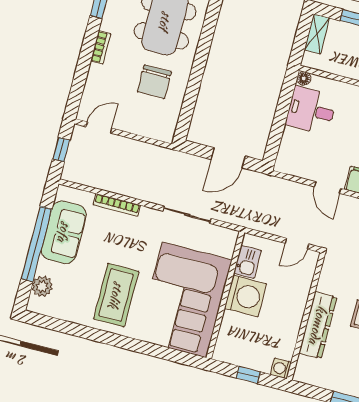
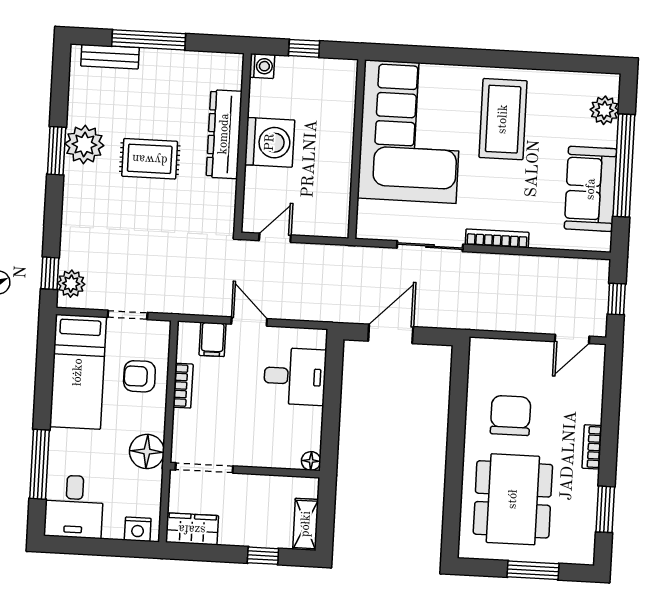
desk: (311, 110) -> (295, 376), moved
bookcase: (117, 205) -> (497, 238), moved
kitchen sink: (247, 262) -> (336, 200), removed
washing machine: (245, 296) -> (270, 142), moved, turned 180

